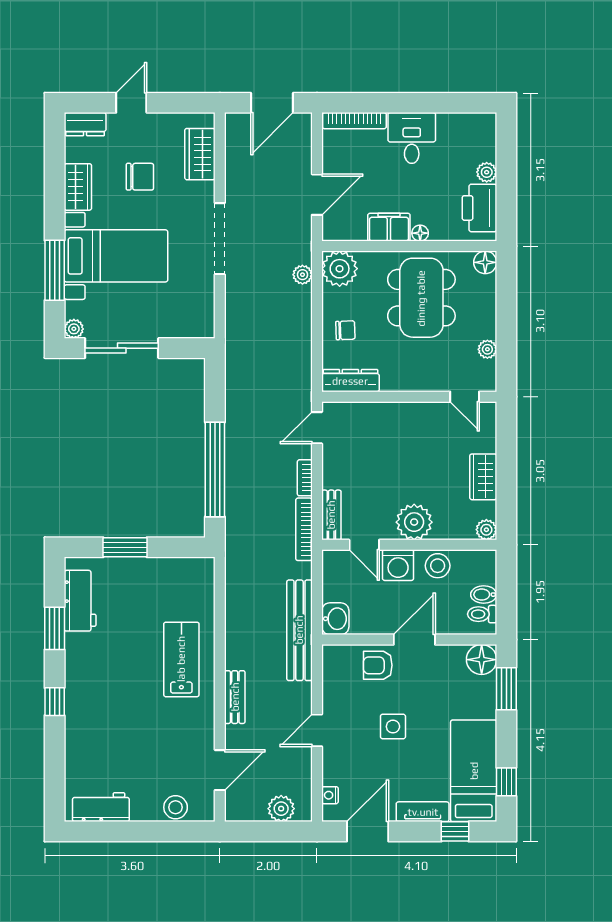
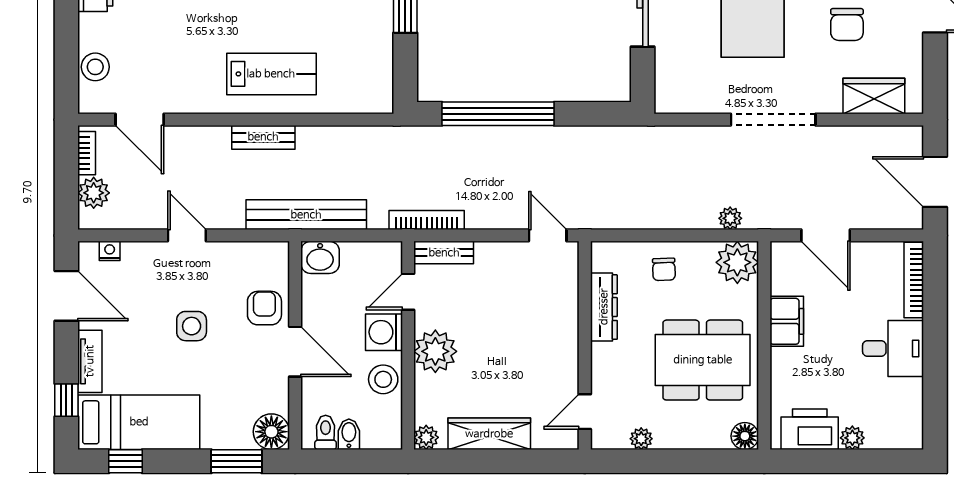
floor lamp: (420, 233) -> (780, 358), removed
dresser: (350, 381) -> (604, 307), moved
wardrobe: (483, 477) -> (489, 434), width x1.50
bookcase: (305, 478) -> (87, 153), moved, turned 90
bench: (235, 697) -> (263, 137), moved

